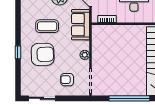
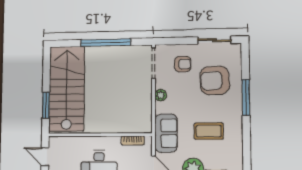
window: (18, 52) -> (246, 97), width x2.17
armchair: (43, 54) -> (215, 81), moved

